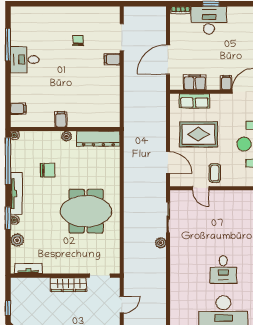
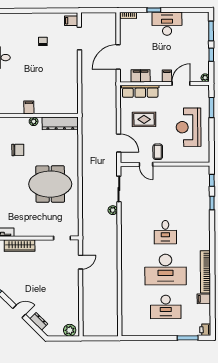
desk: (209, 20) -> (167, 24), moved
filing cabinet: (112, 59) -> (71, 21), moved
row of seats: (194, 101) -> (140, 91), width x1.48
rug: (199, 134) -> (144, 119), width x0.73, depth x0.70
wardrobe: (68, 285) -> (20, 246), moved

